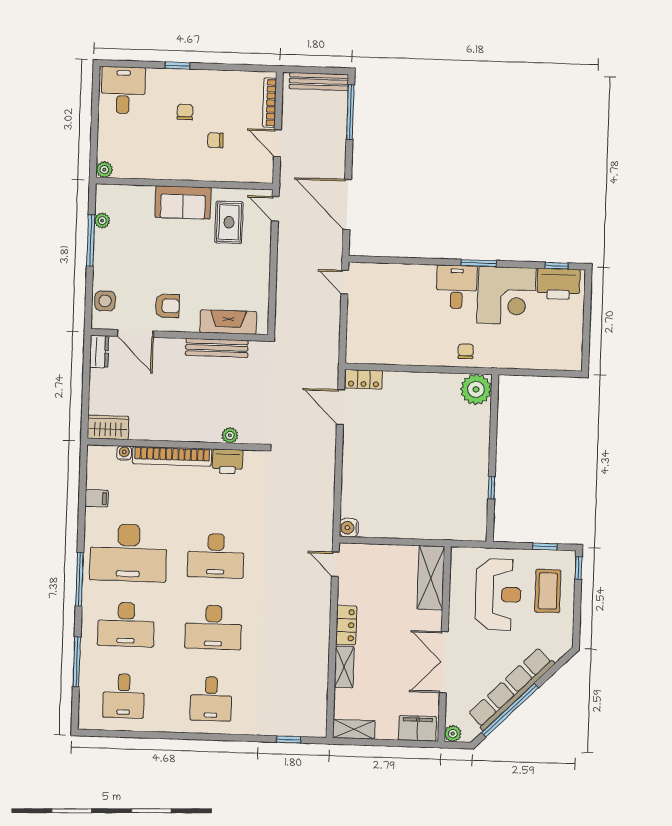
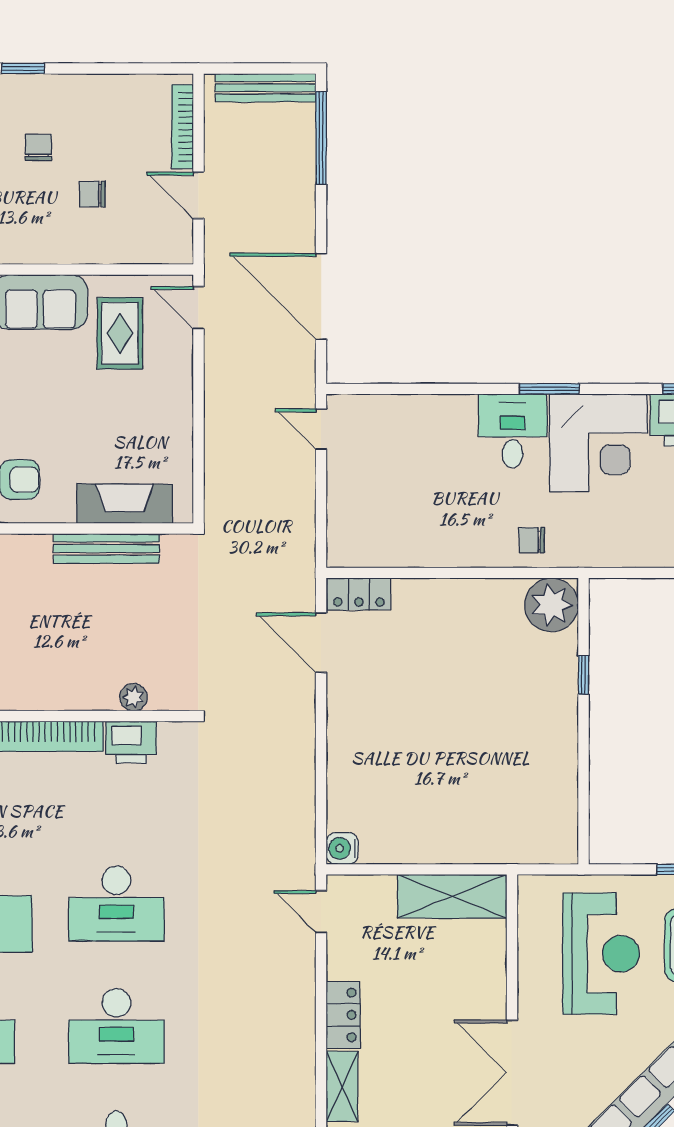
chair: (466, 351) -> (532, 540), turned -90
window: (491, 487) -> (583, 675), moved
shelving: (431, 578) -> (452, 896), moved, turned 90

